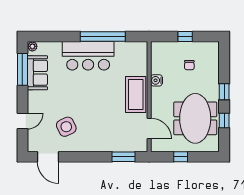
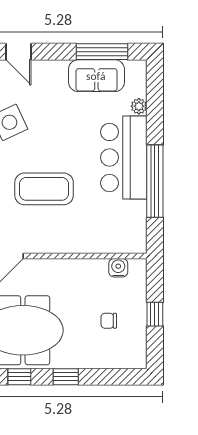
plant: (32, 46) -> (139, 106), moved
water cooler: (156, 80) -> (118, 268), moved
coffee table: (136, 94) -> (44, 189), moved

